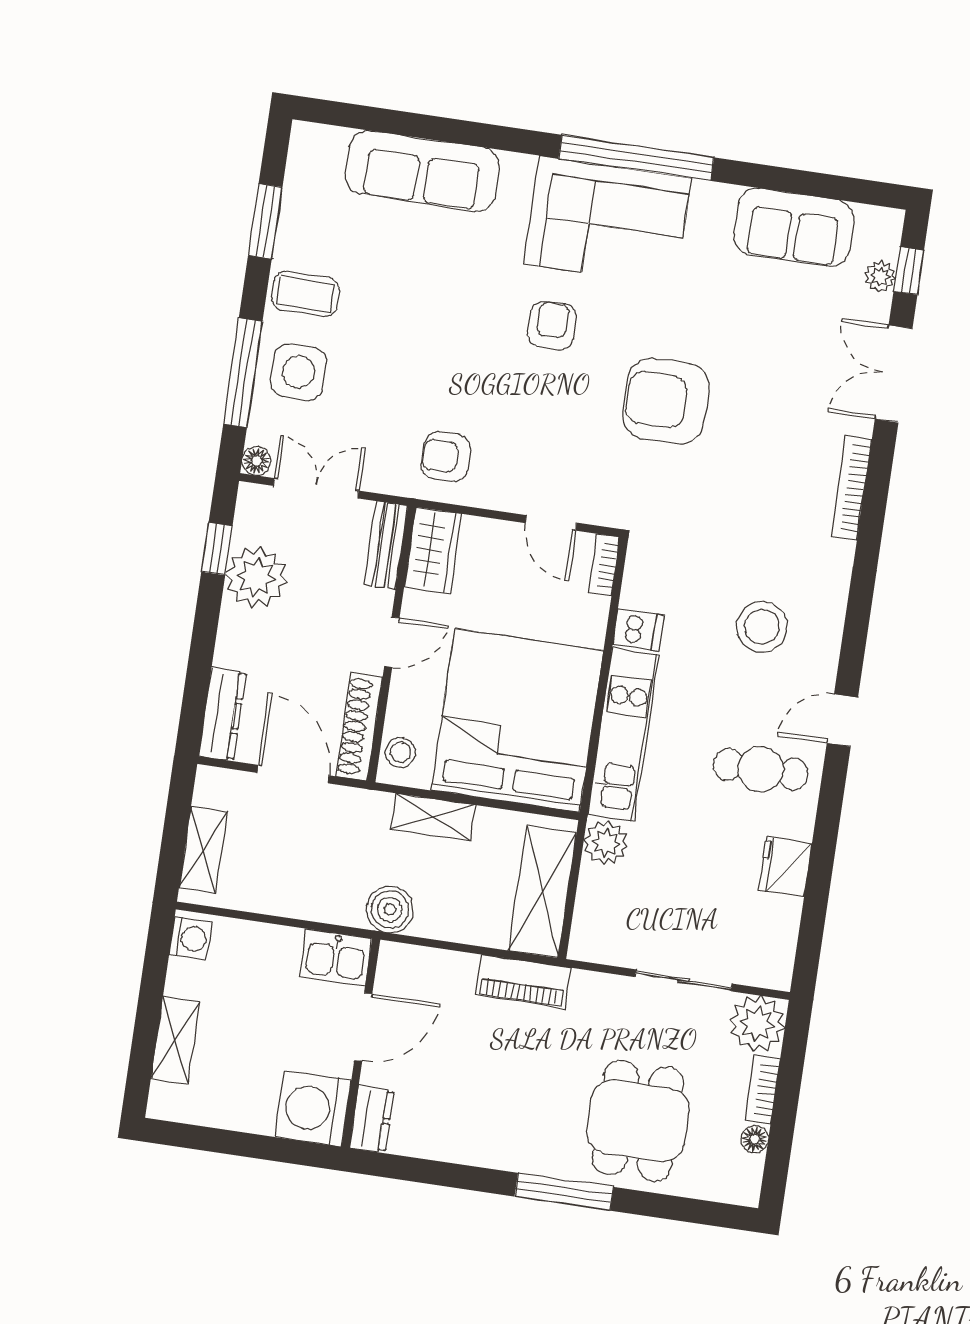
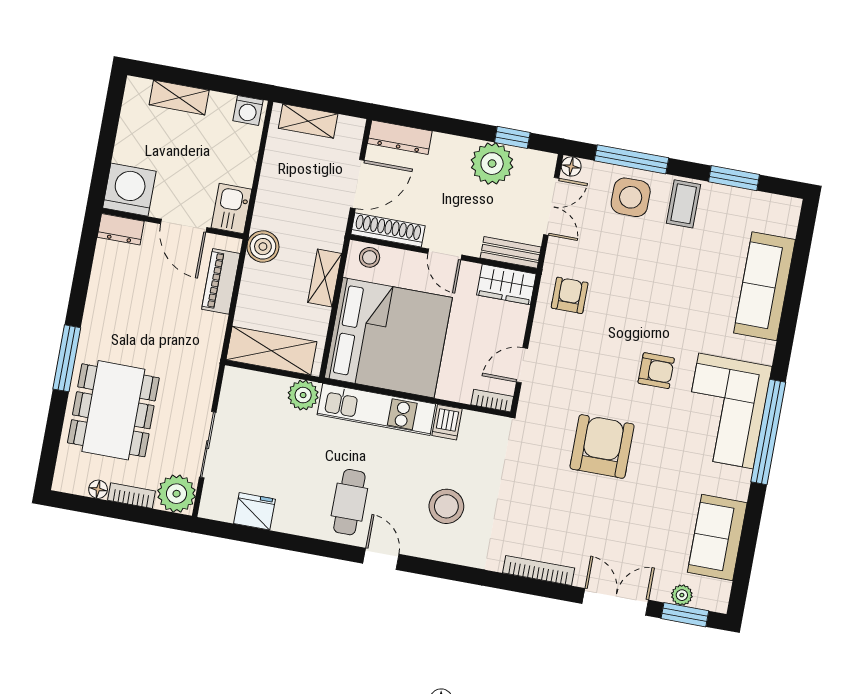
window: (909, 271) -> (685, 615), width x1.50
fridge: (785, 867) -> (255, 511), moved
piano: (523, 981) -> (221, 281), moved
dining table: (638, 1121) -> (113, 410), width x1.38

